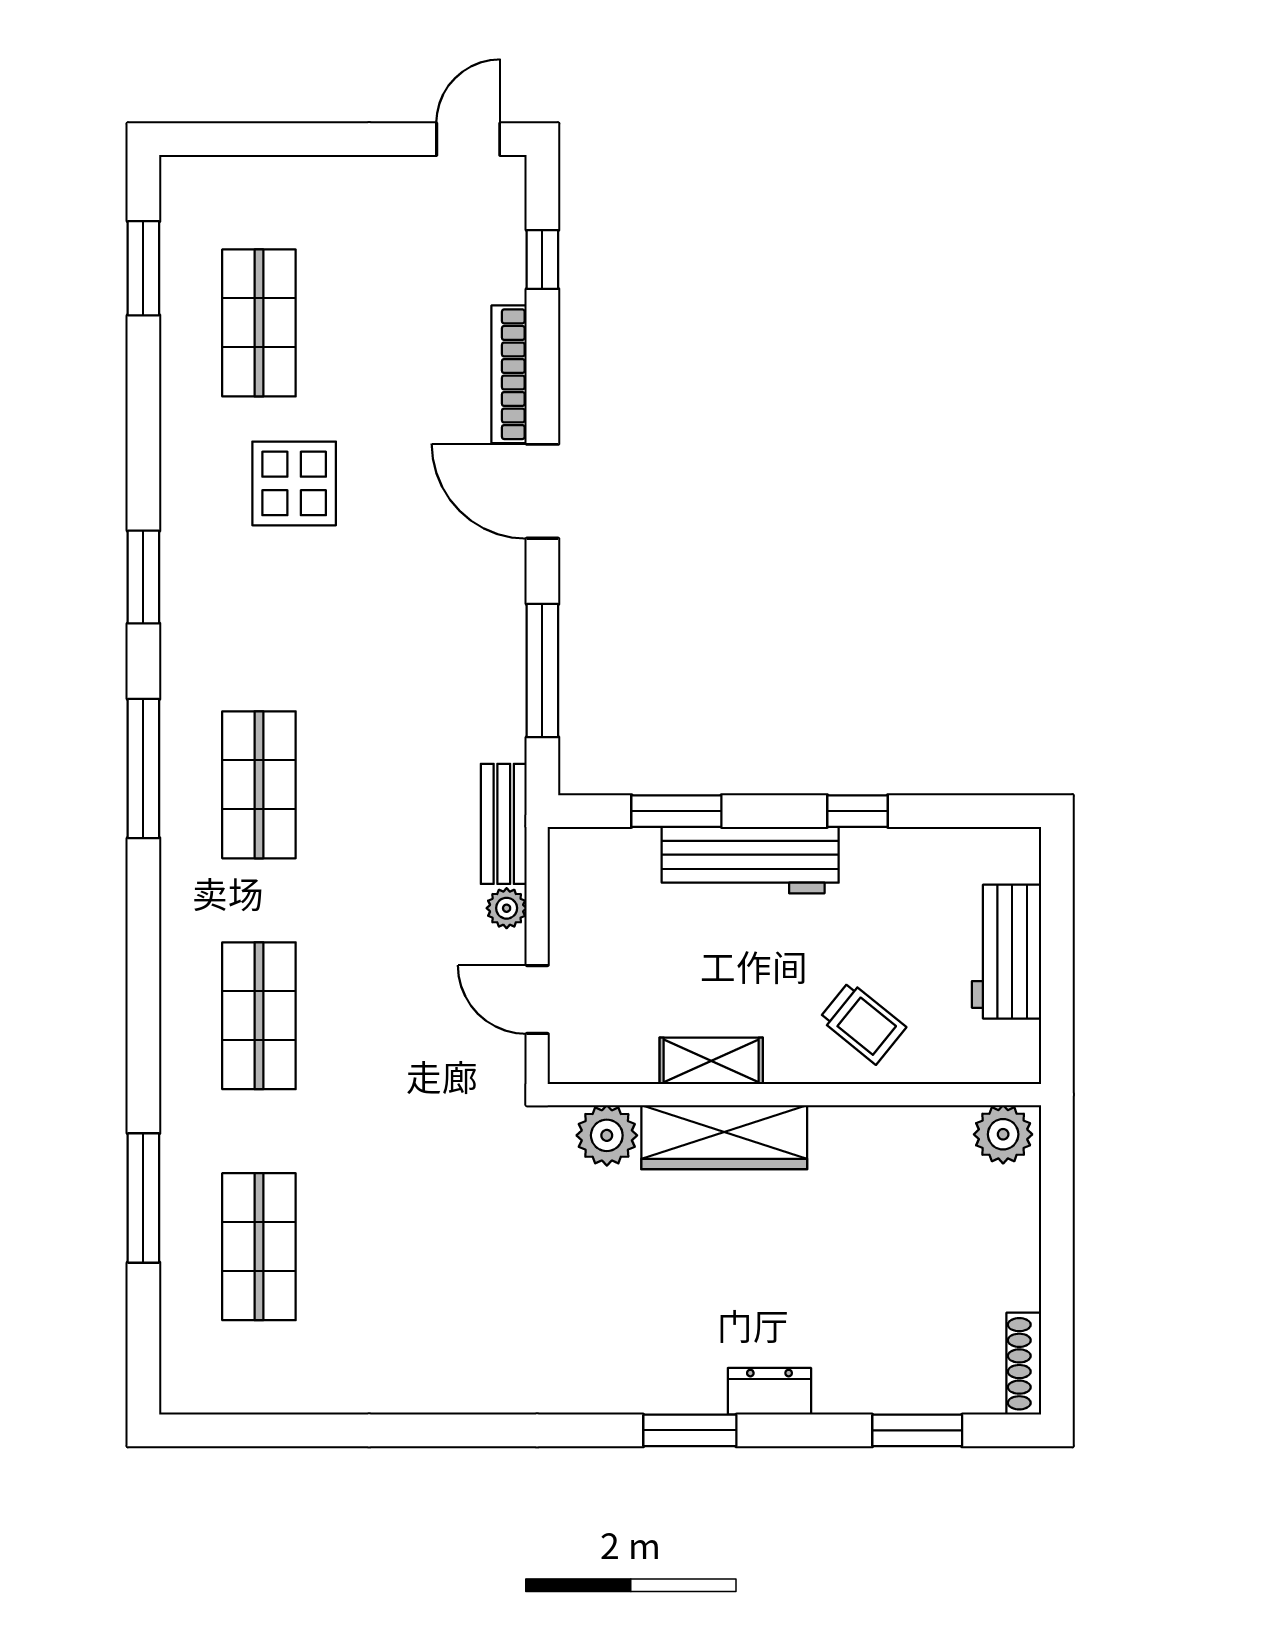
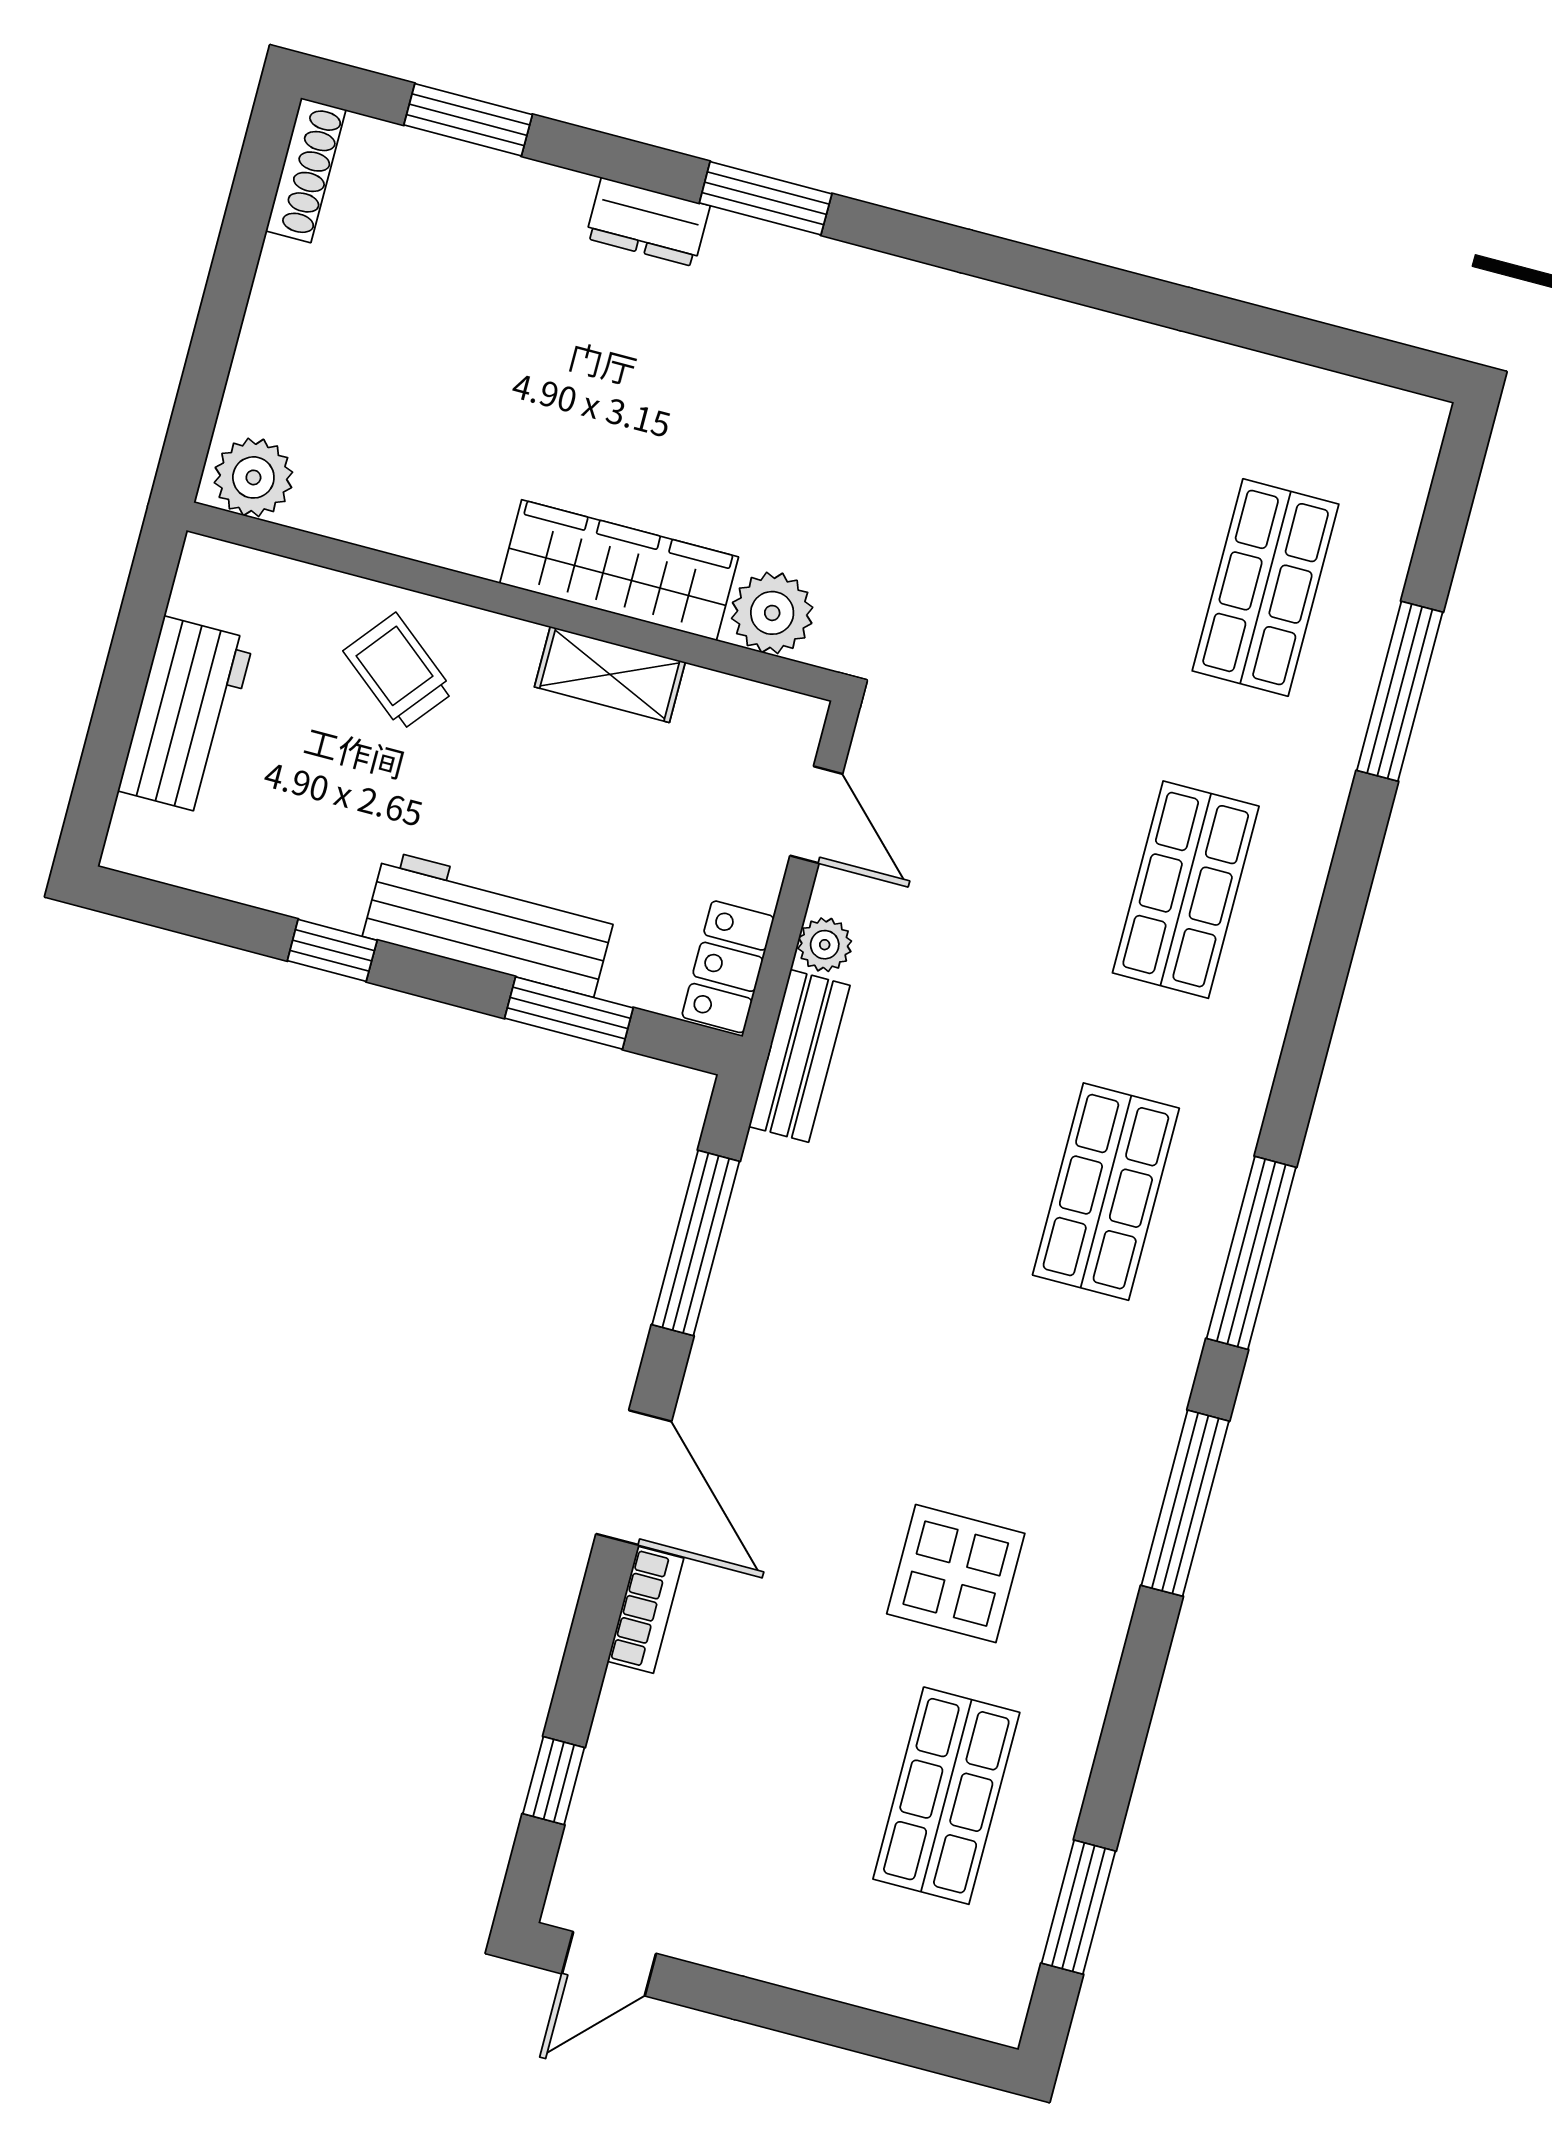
bookcase: (509, 374) -> (646, 1610), width x0.64
window: (143, 577) -> (1185, 1503), width x1.44
locker: (572, 874) -> (728, 967), added

